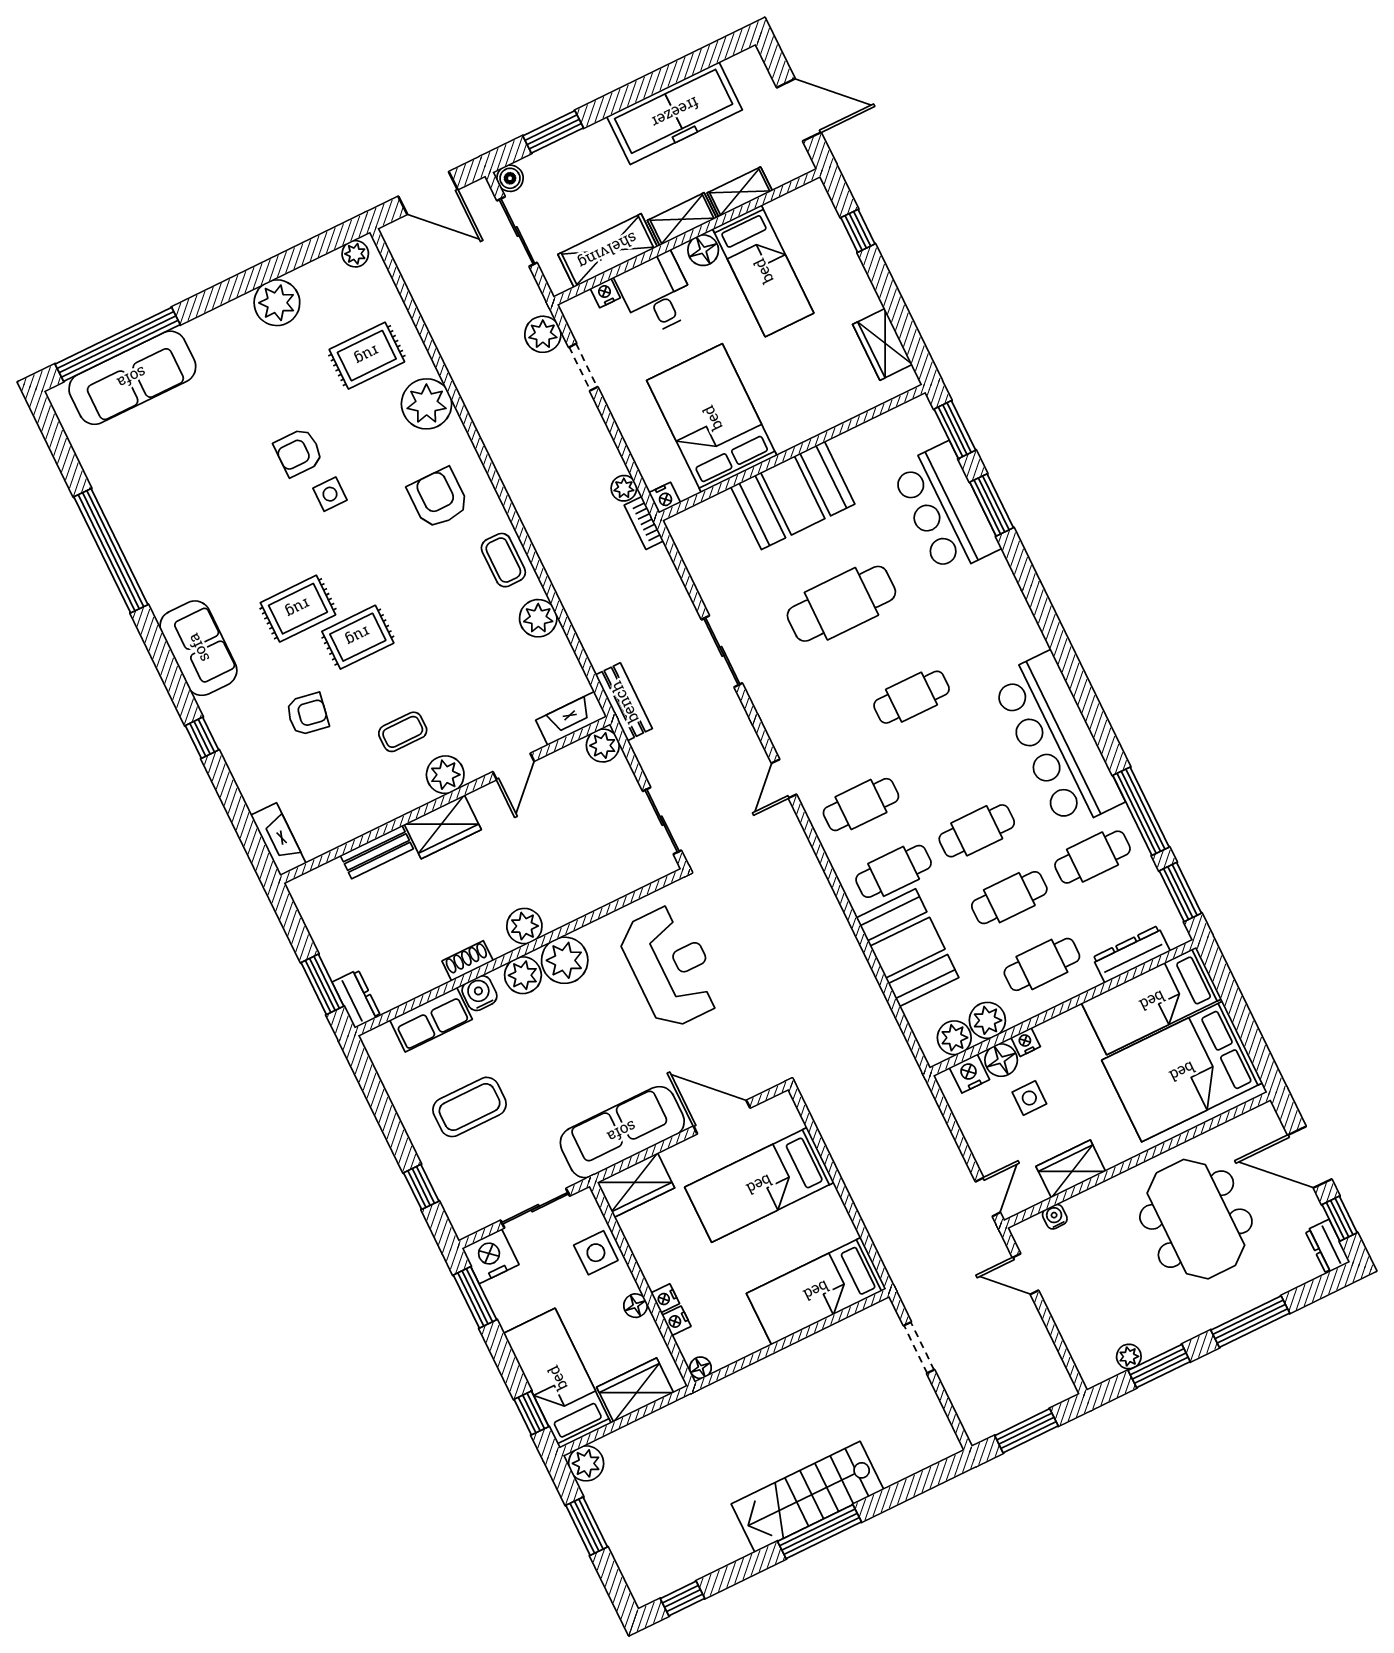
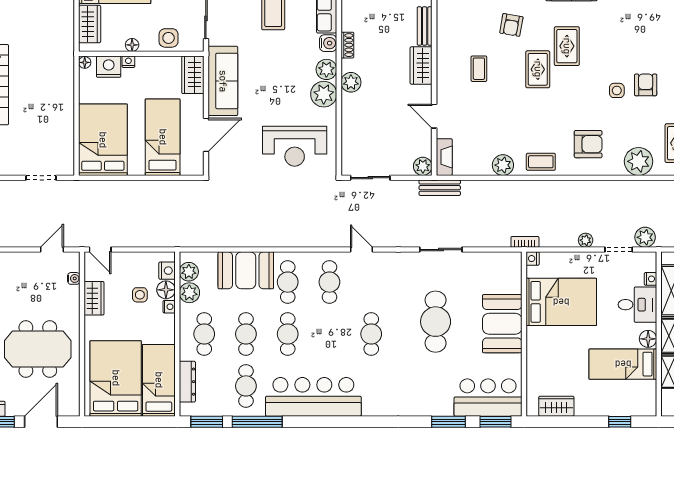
plant: (624, 488) -> (586, 240), moved
bar counter: (946, 509) -> (488, 398), moved
plant: (445, 775) -> (447, 80), removed
bed: (816, 1291) -> (103, 140), width x1.50
nightstand: (676, 1321) -> (109, 67), width x1.89, depth x1.79

